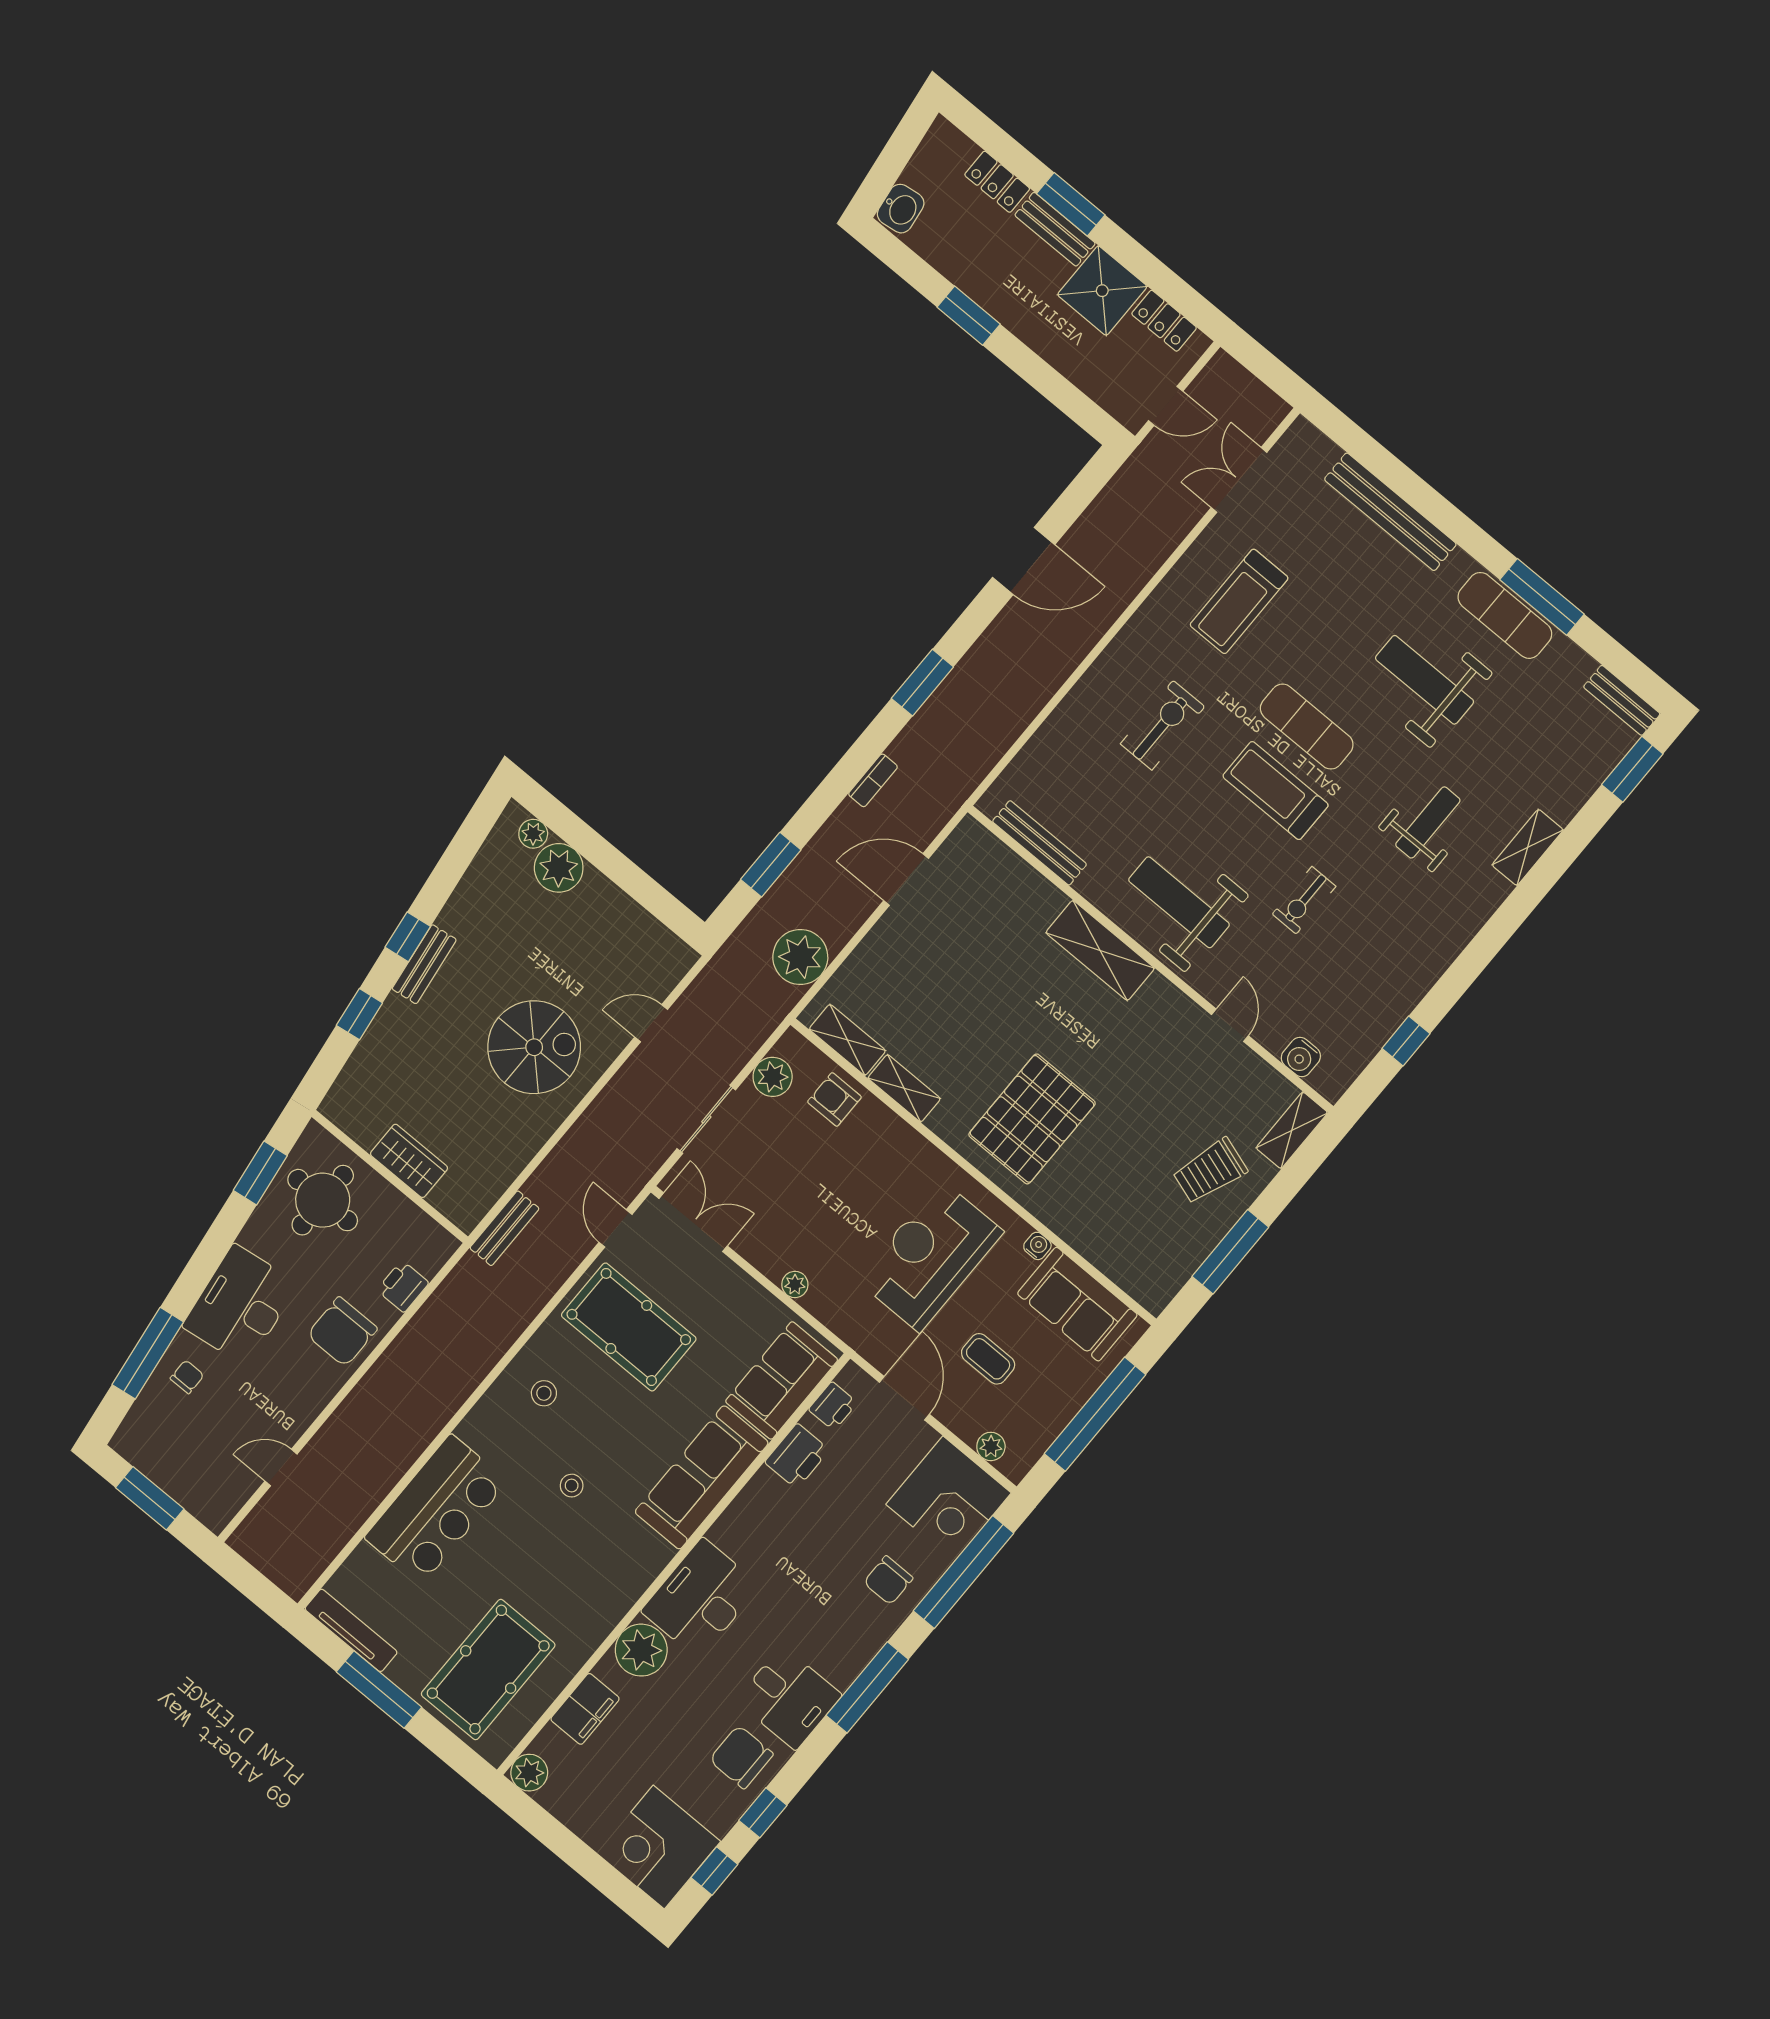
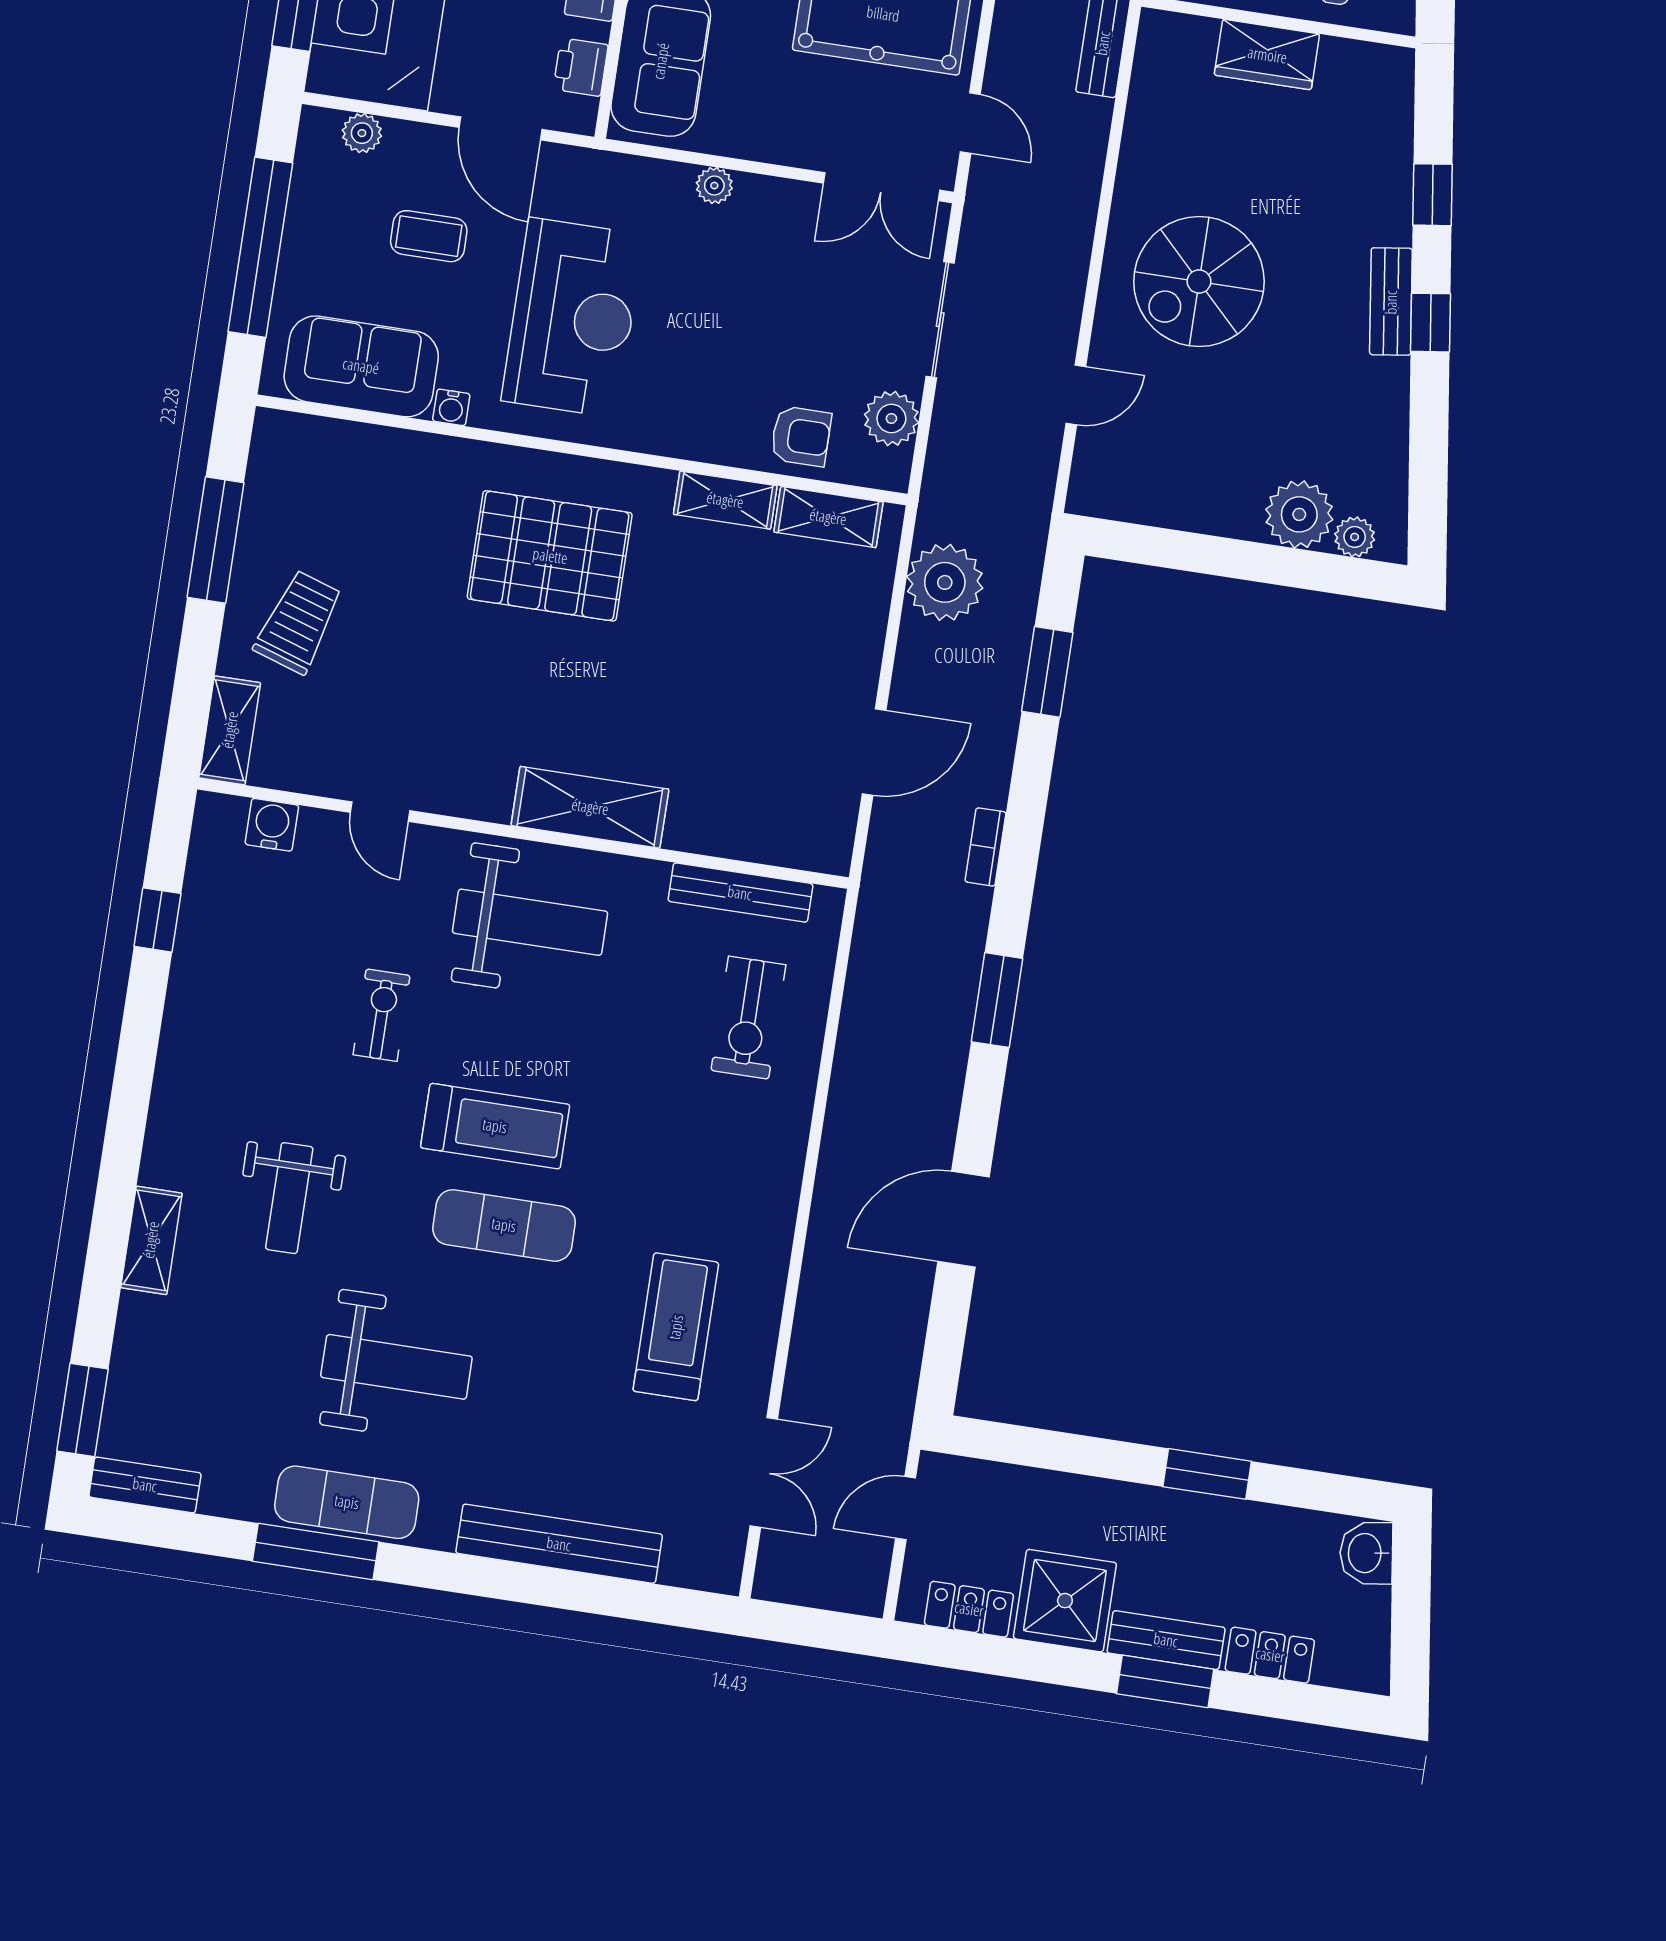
exercise bike: (1163, 725) -> (748, 1018), moved
pallet: (1032, 1119) -> (550, 556), turned 90

